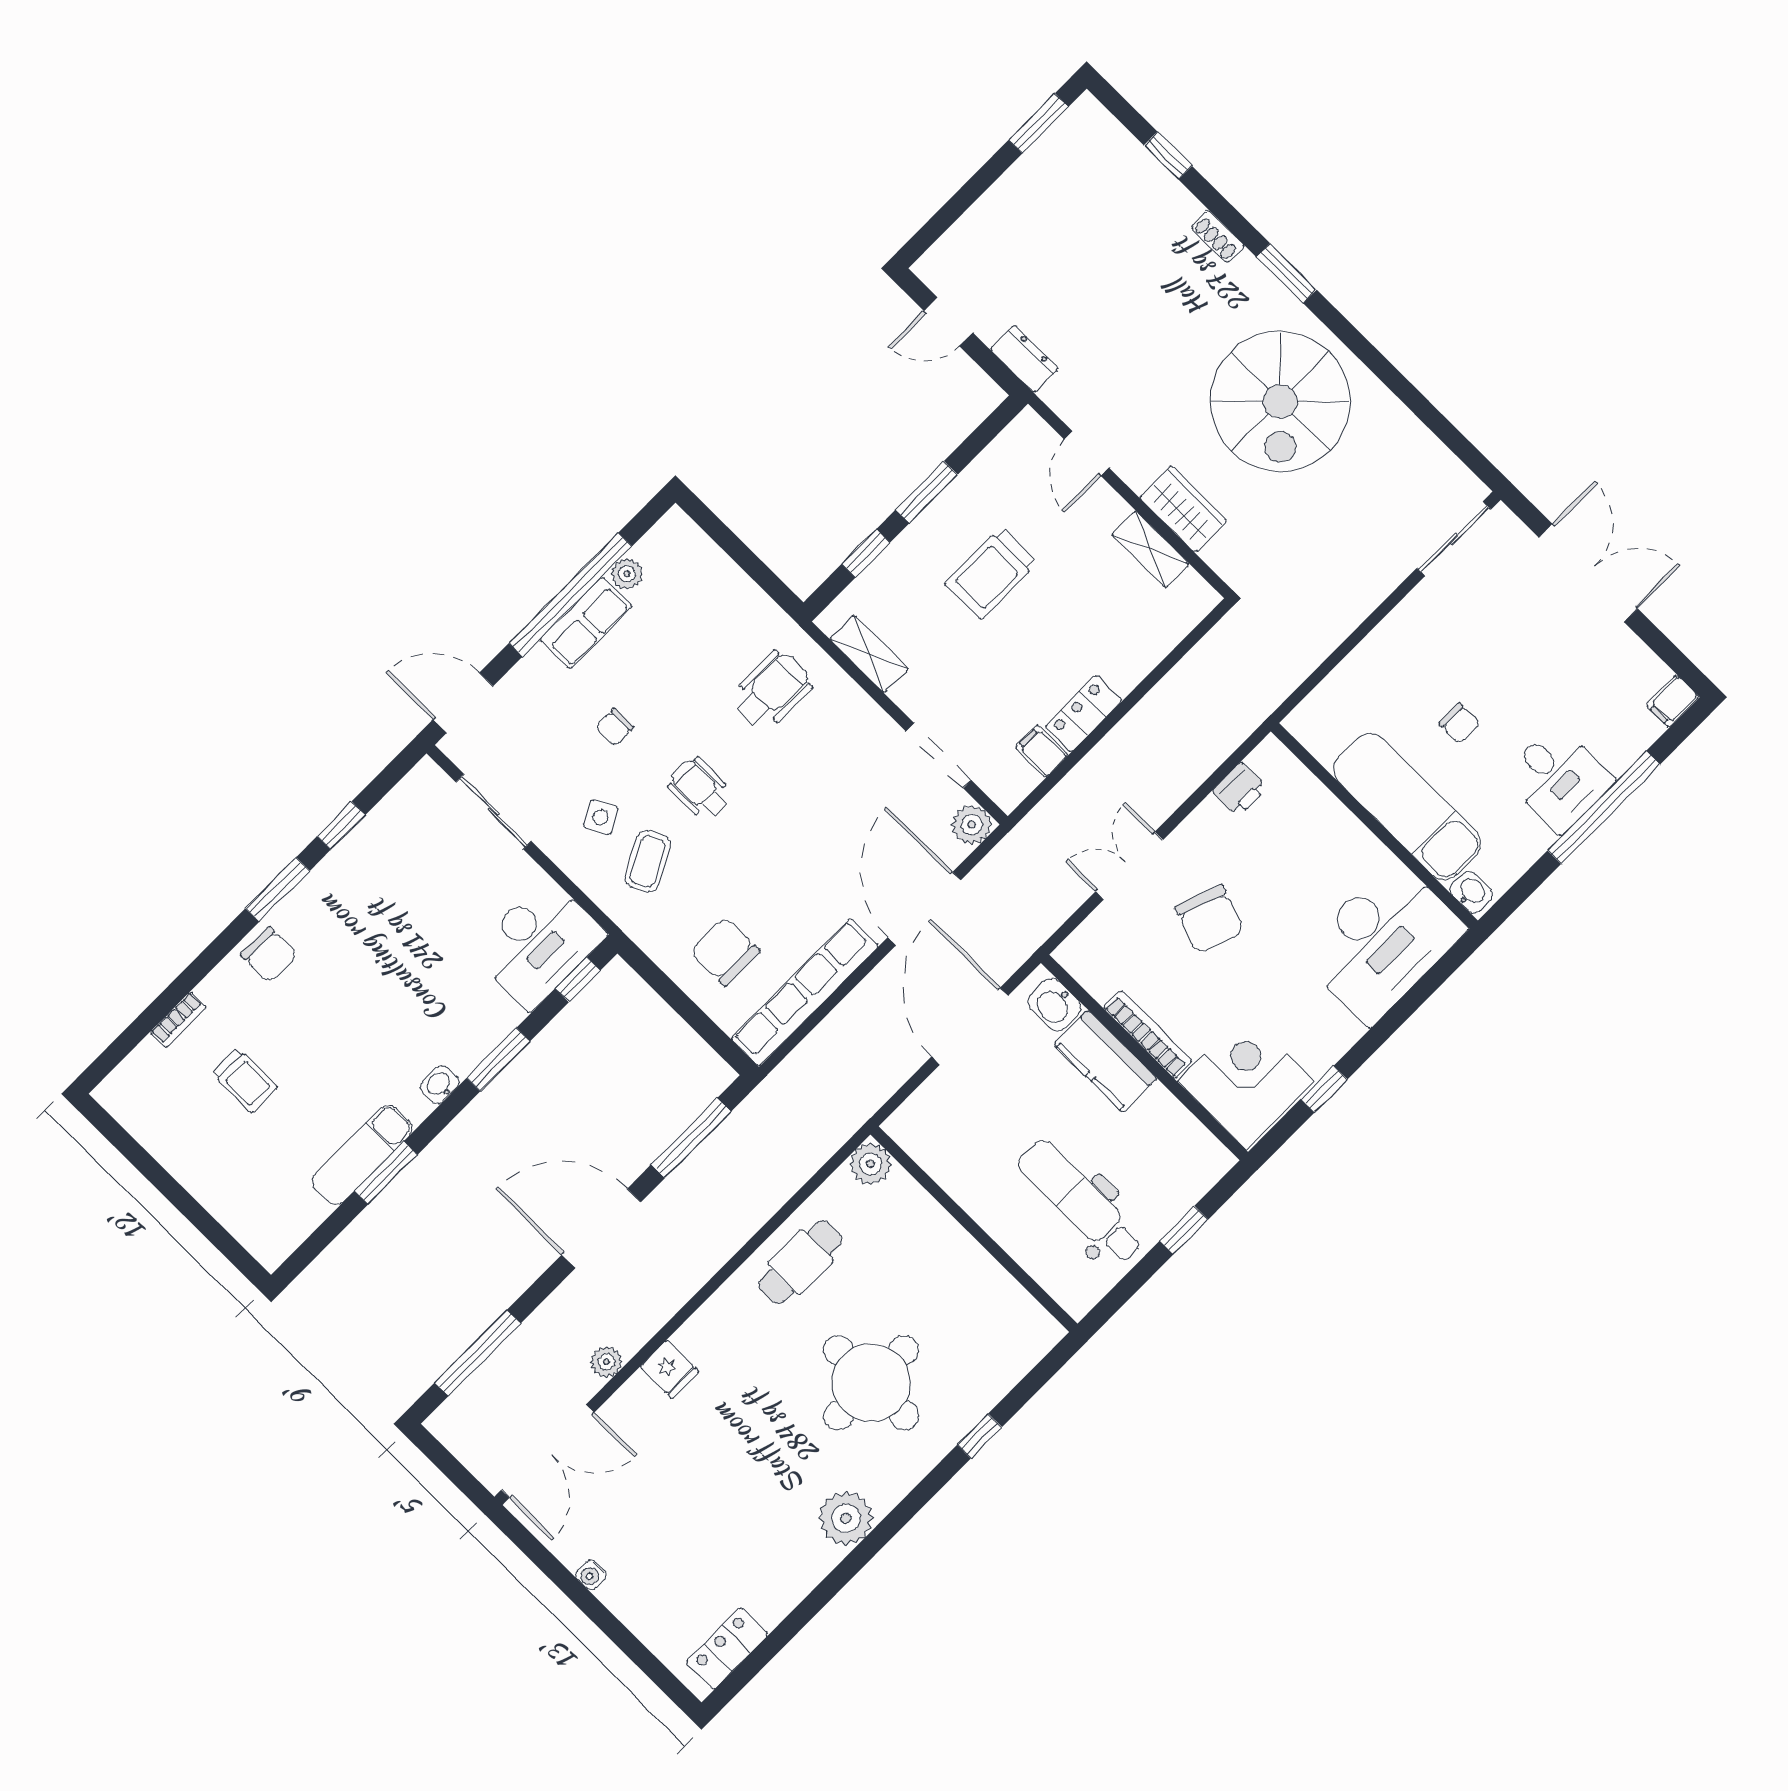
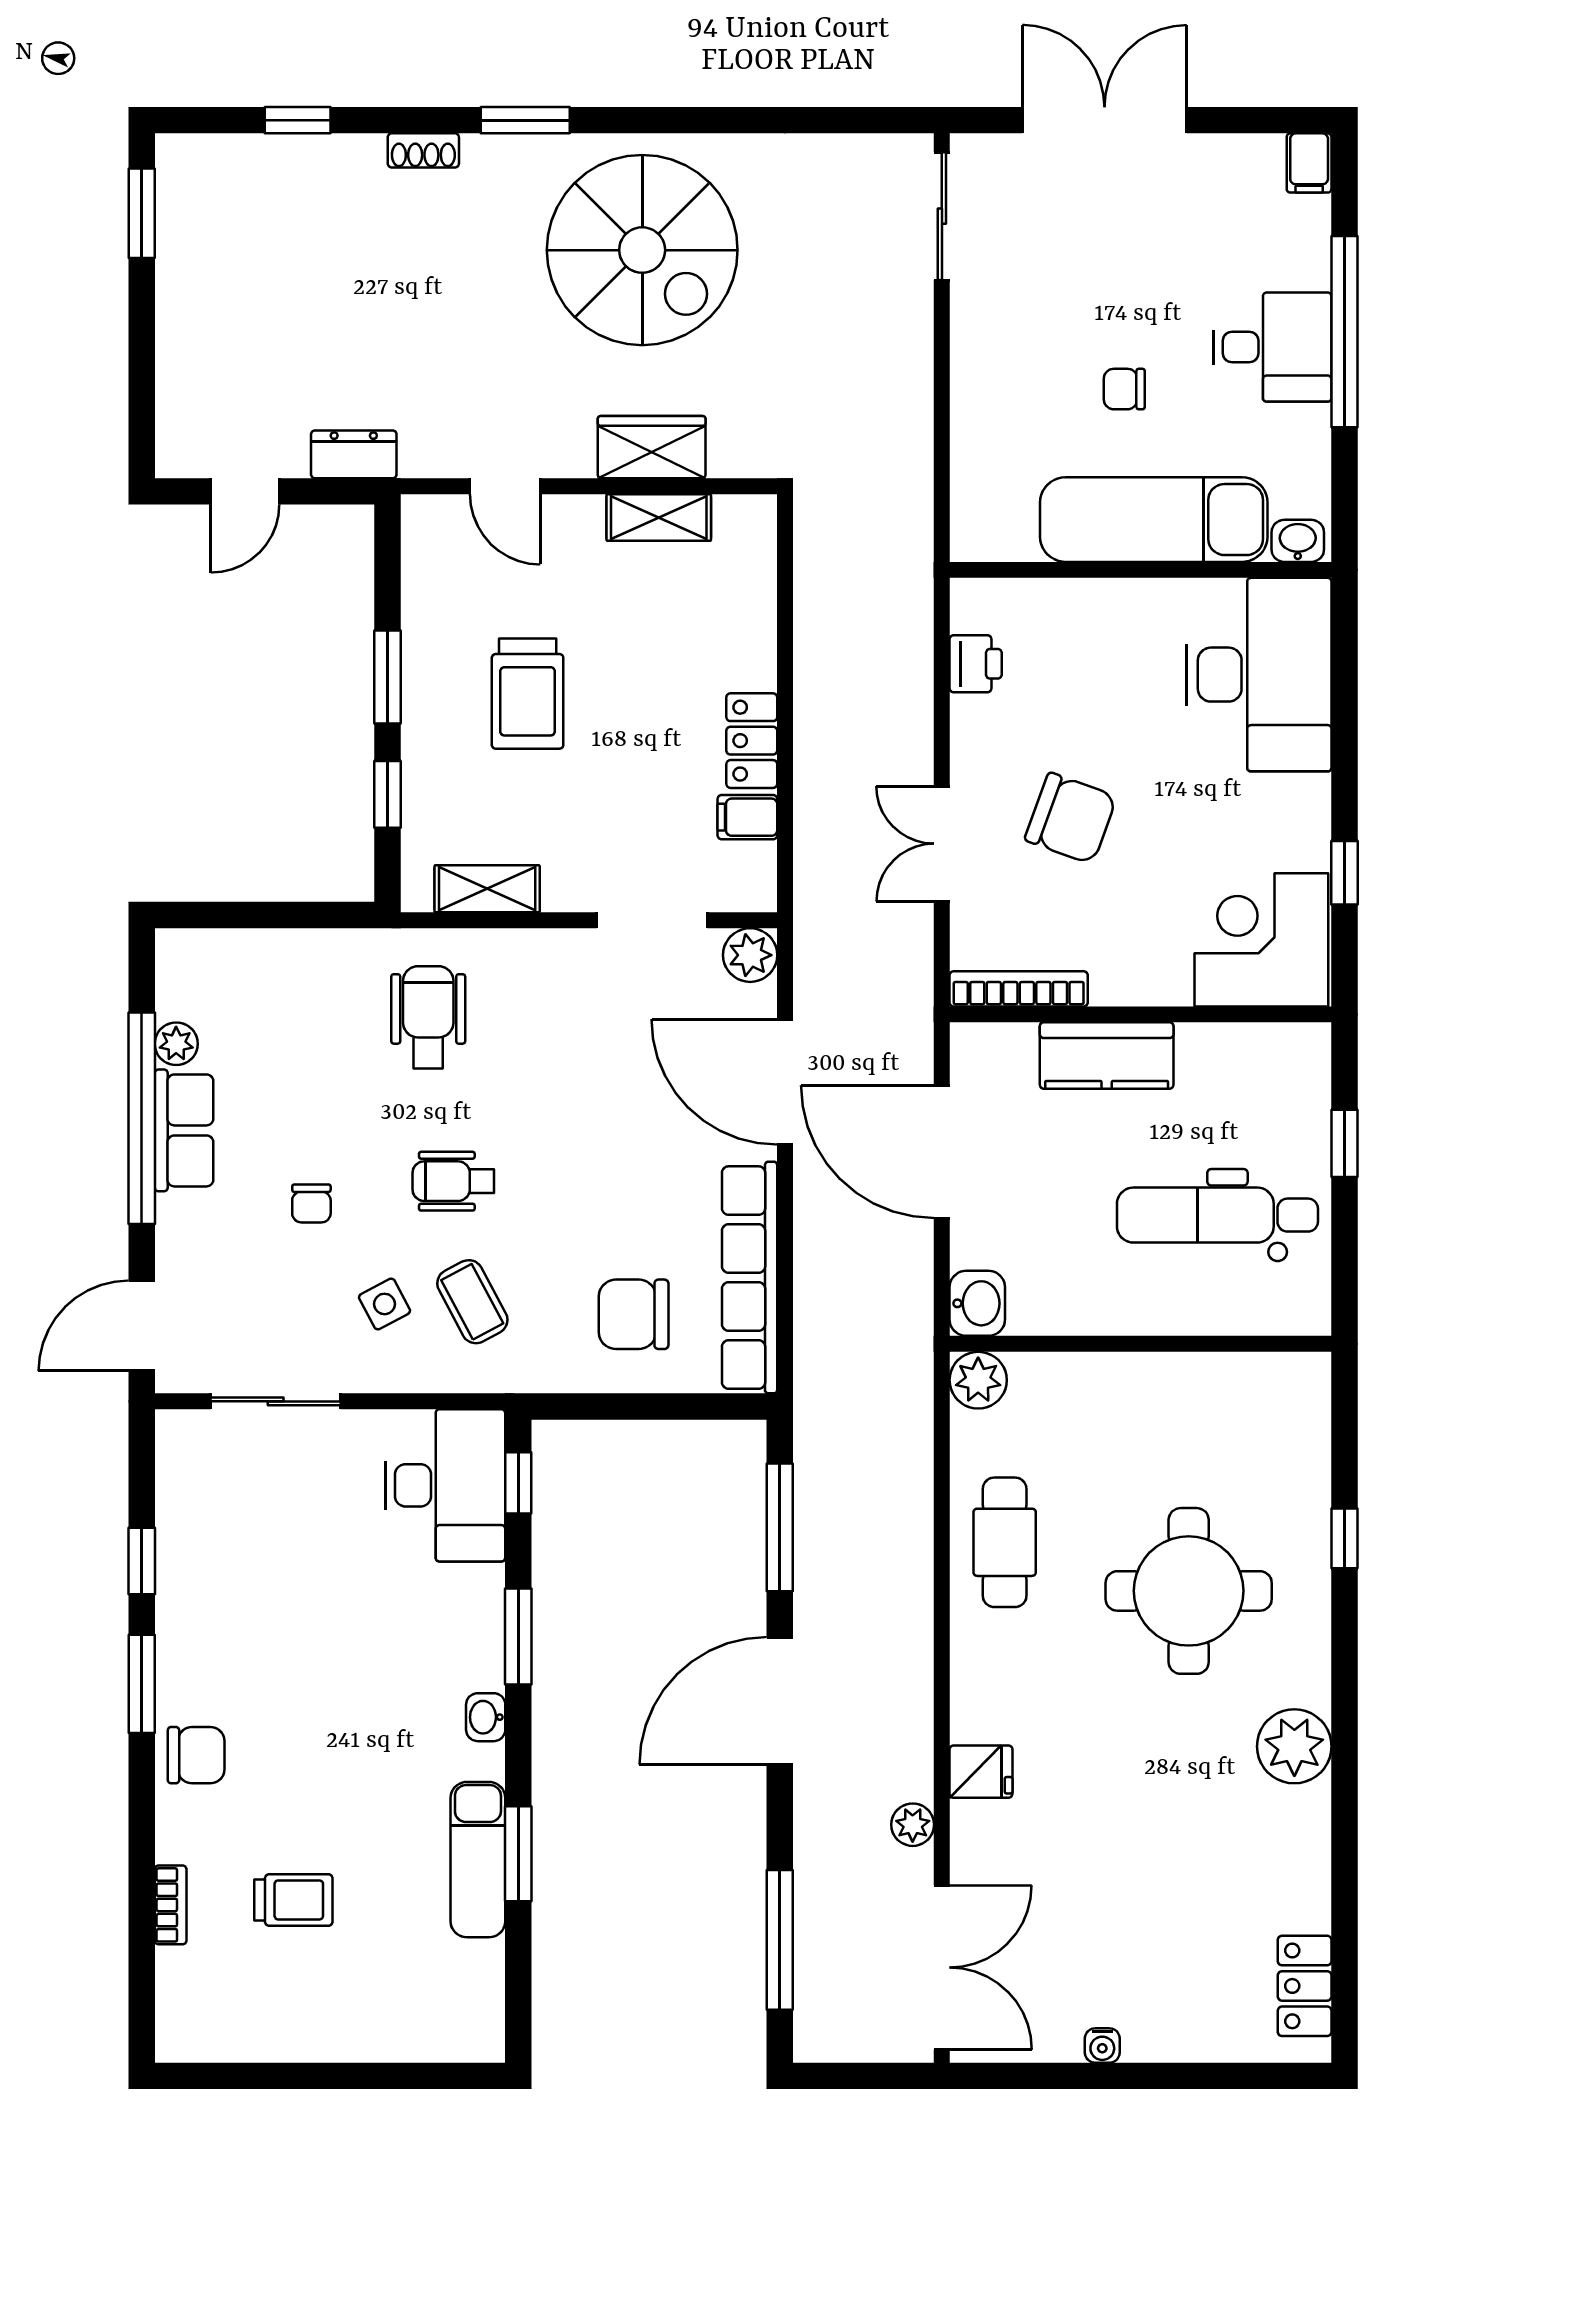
chair: (1459, 723) -> (1124, 389), turned 180
washbasin: (1054, 1005) -> (977, 1303), moved, turned -90
bookcase: (1148, 1034) -> (1019, 989), moved

